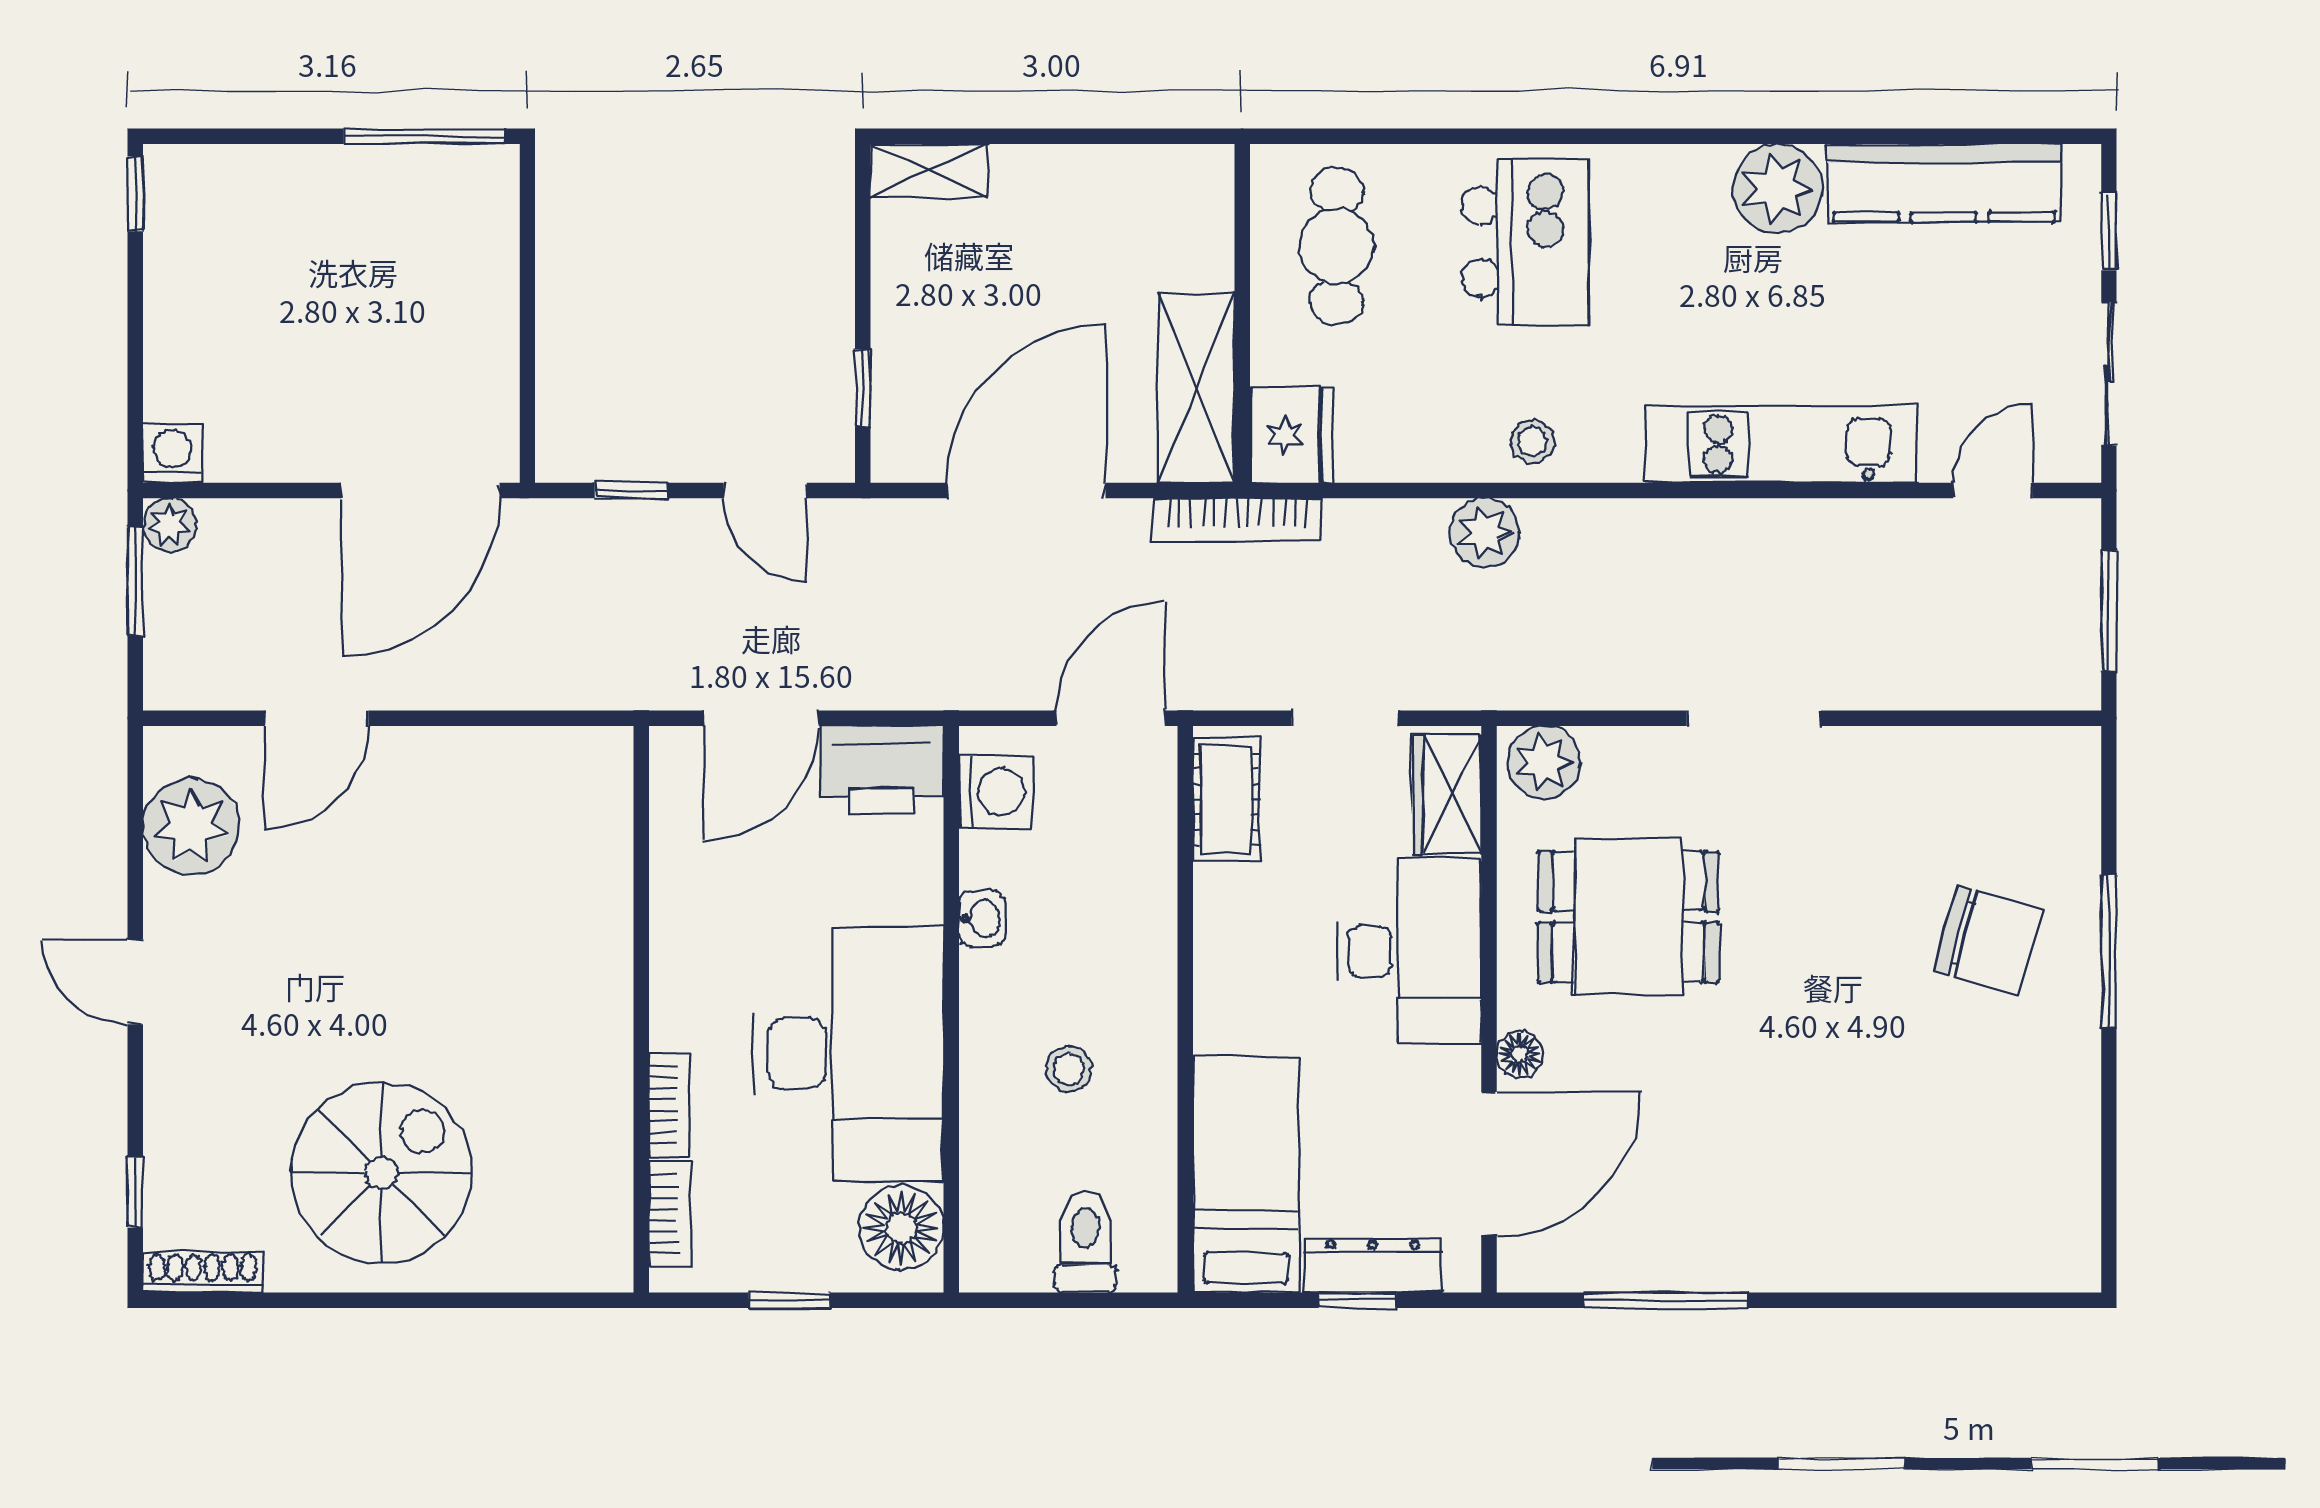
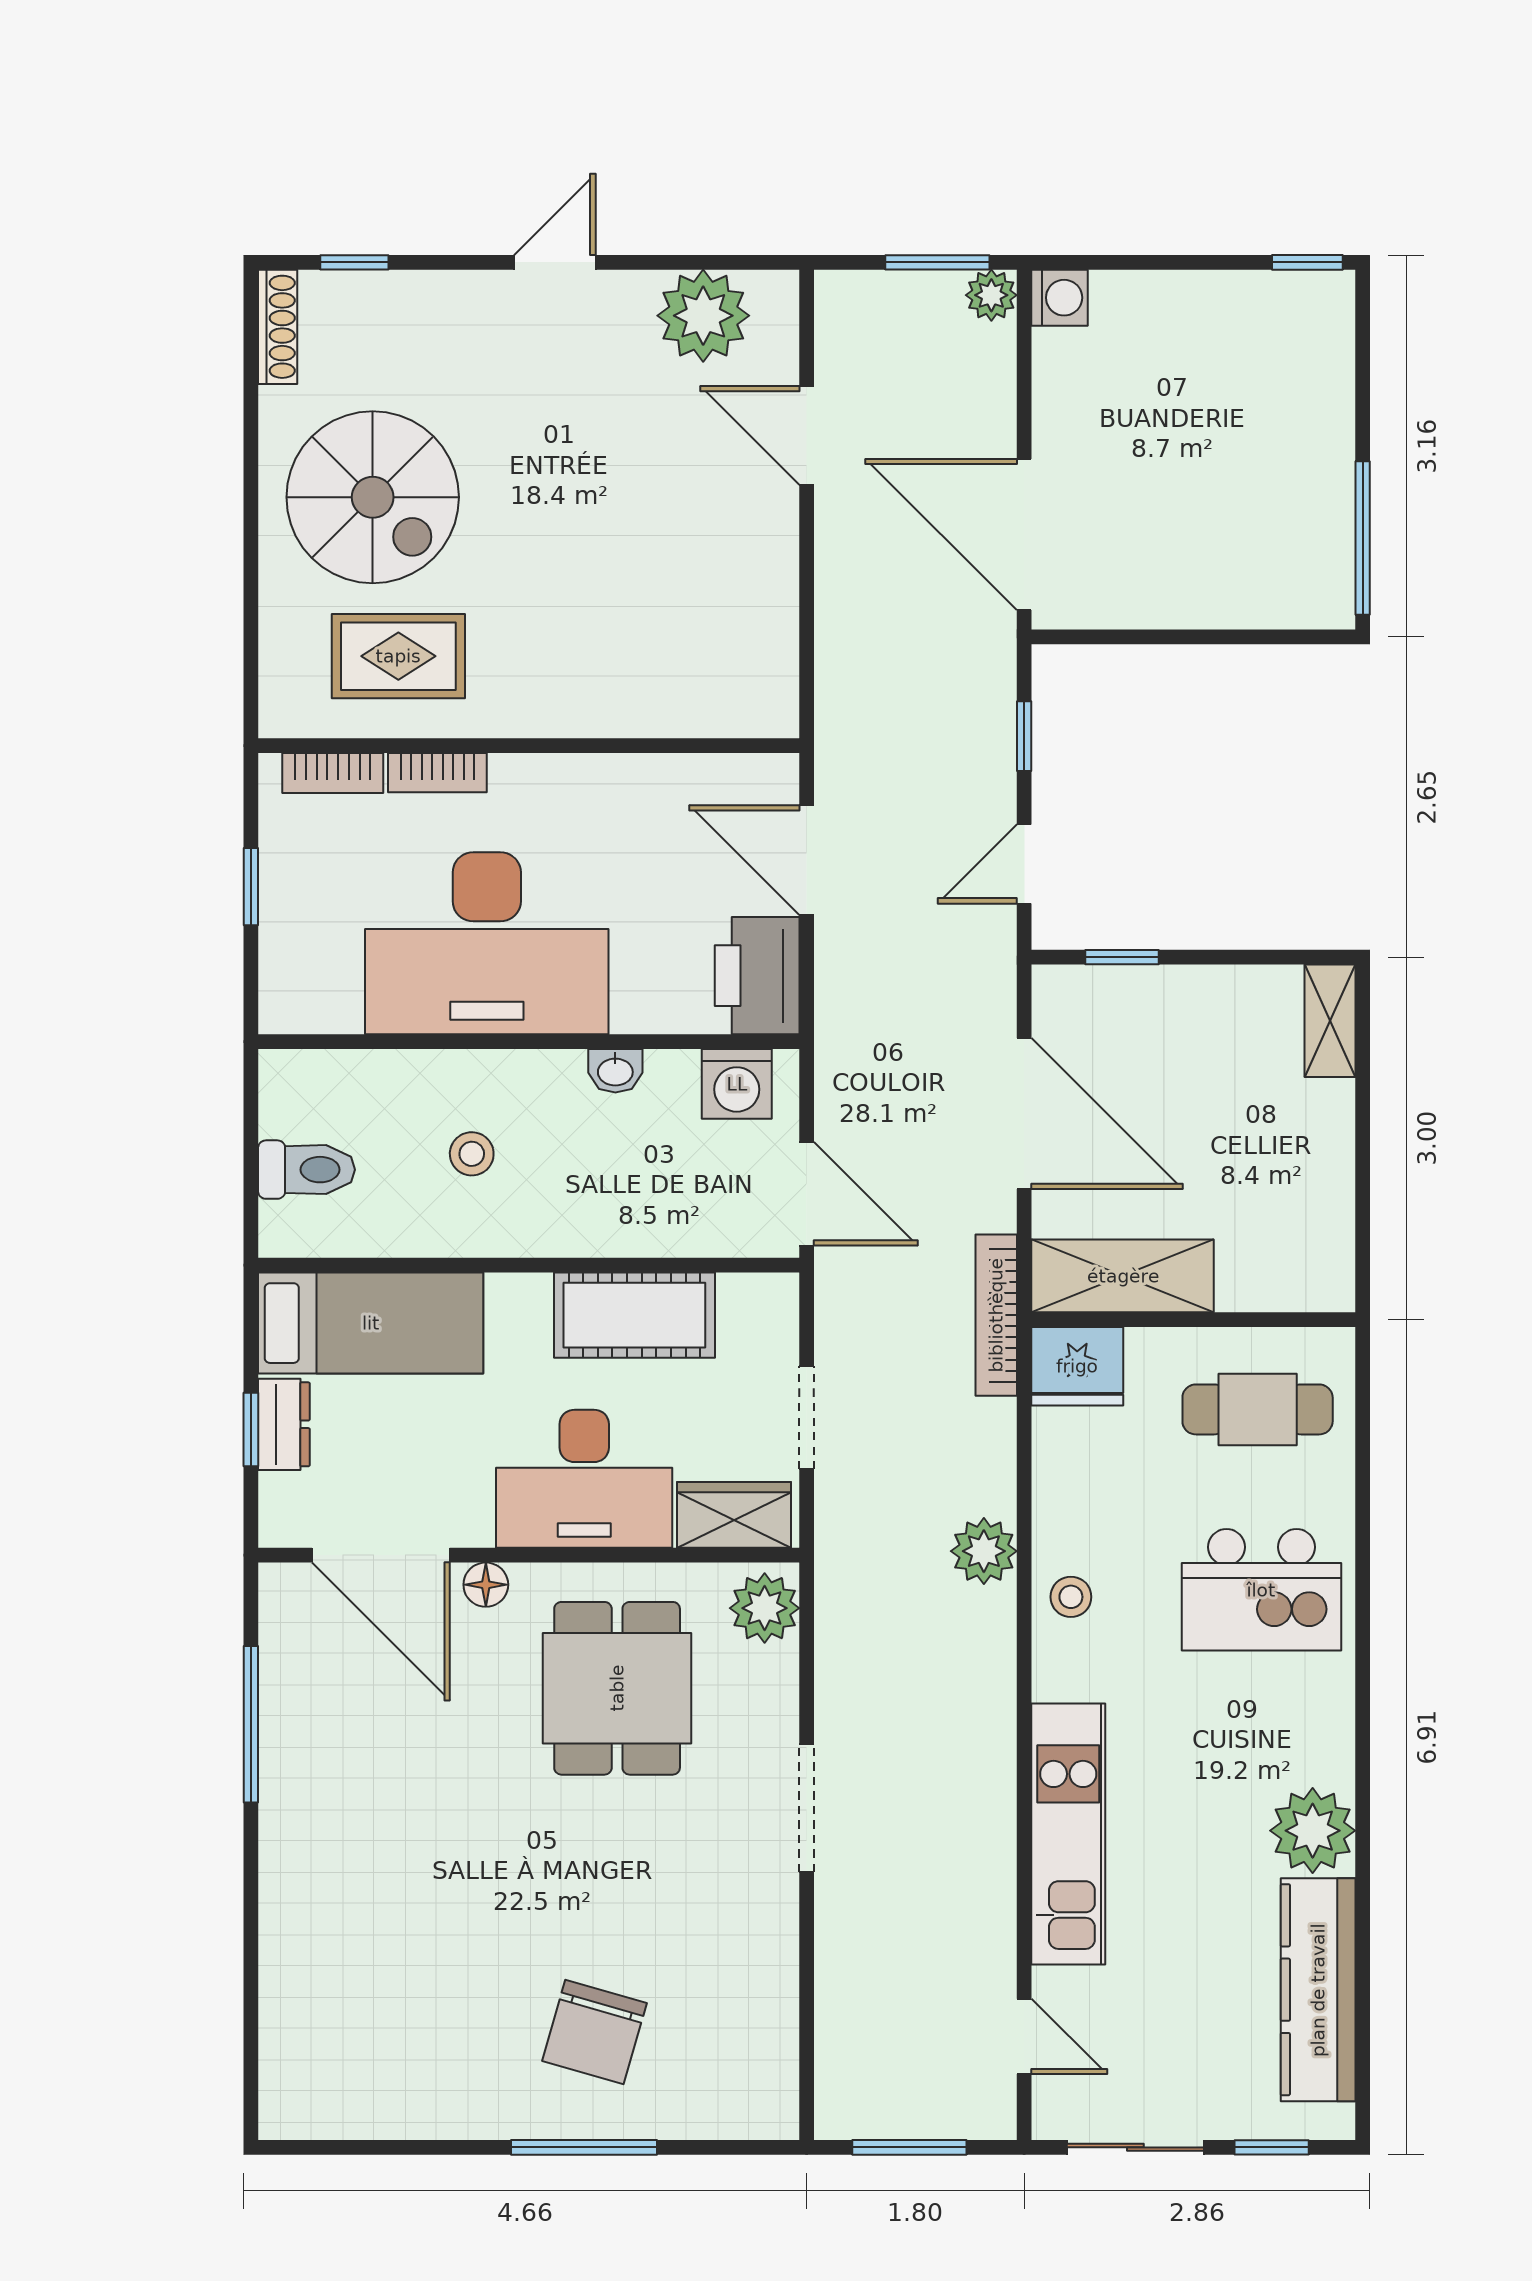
cot: (1226, 799) -> (634, 1315), moved, width x1.37, depth x1.34
rug: (548, 1146) -> (398, 656), added
floor lamp: (901, 1228) -> (320, 994), removed
dresser: (1373, 1266) -> (284, 1424), width x0.70

